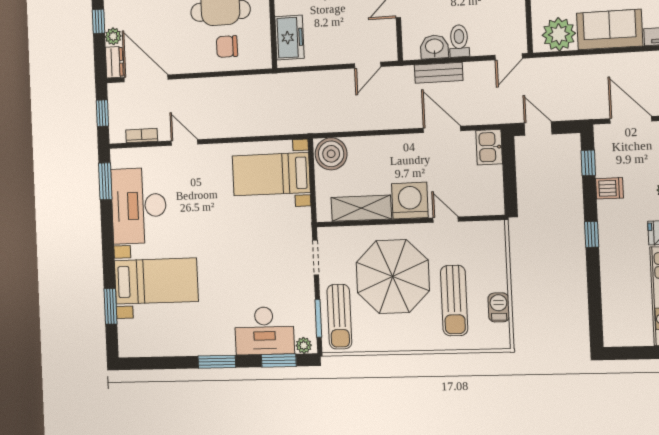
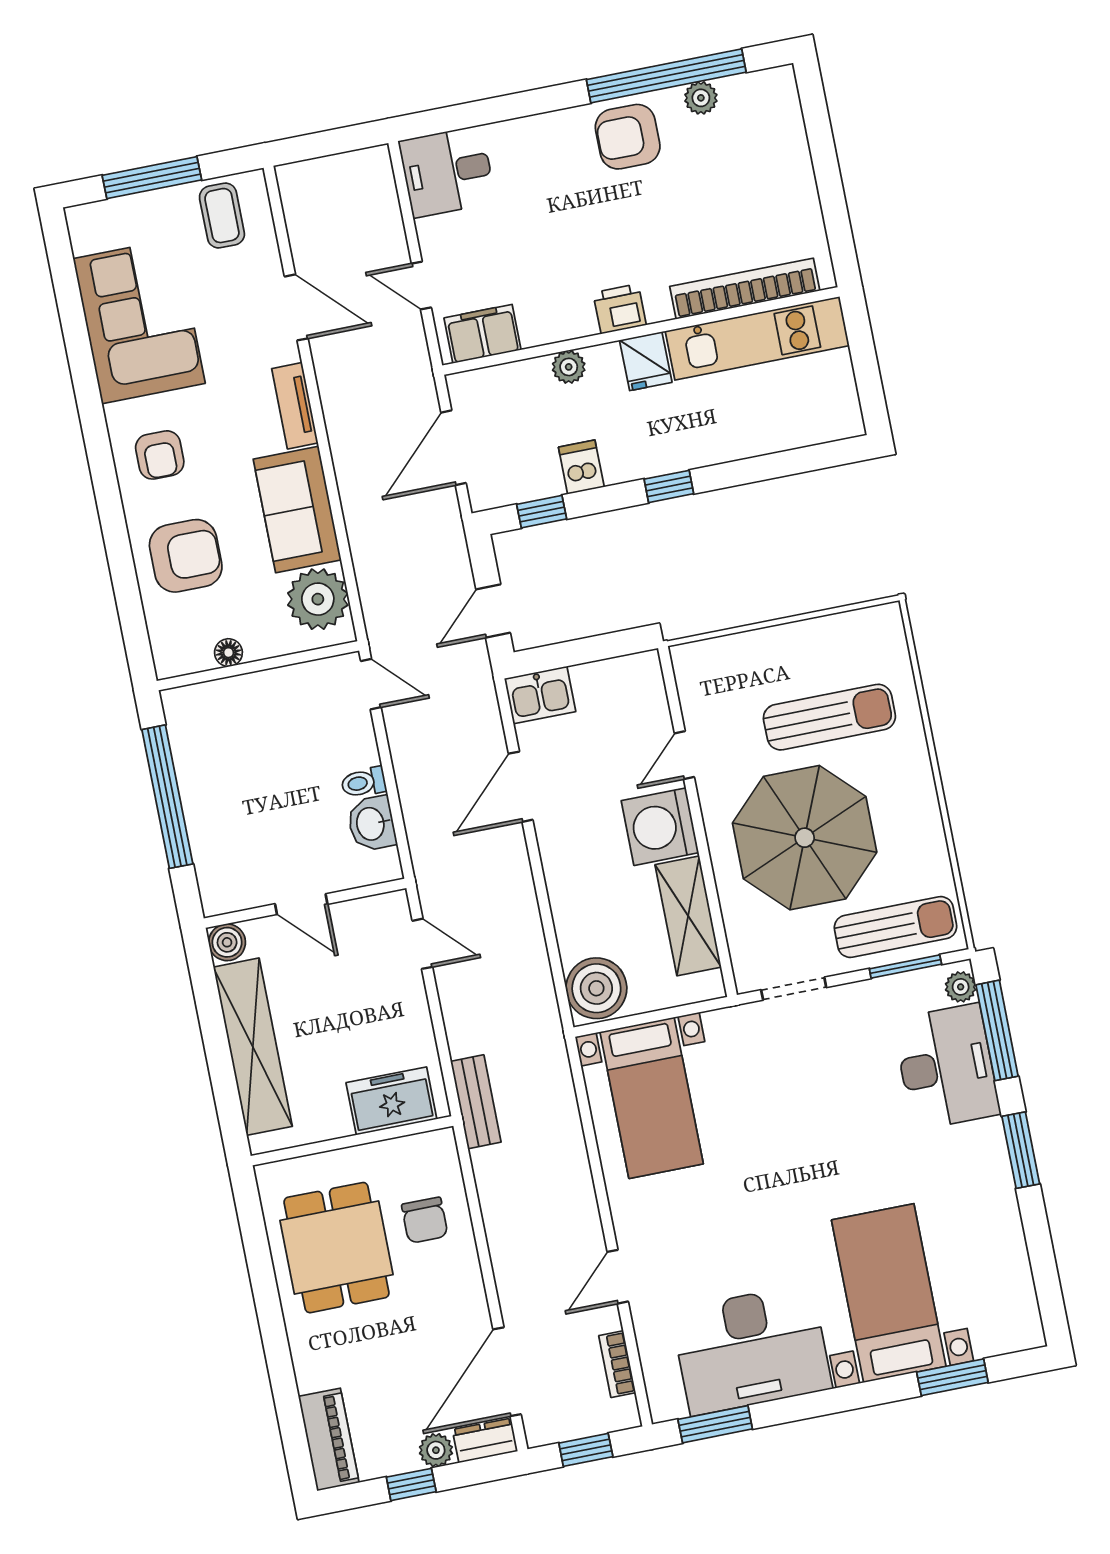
toilet: (459, 41) -> (364, 782), width x0.73, depth x0.72
bench: (439, 73) -> (476, 1102), moved
barbecue: (499, 307) -> (828, 634), removed
window: (279, 360) -> (997, 1030), width x1.44

